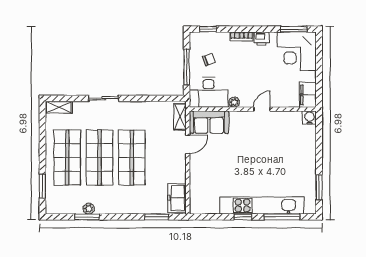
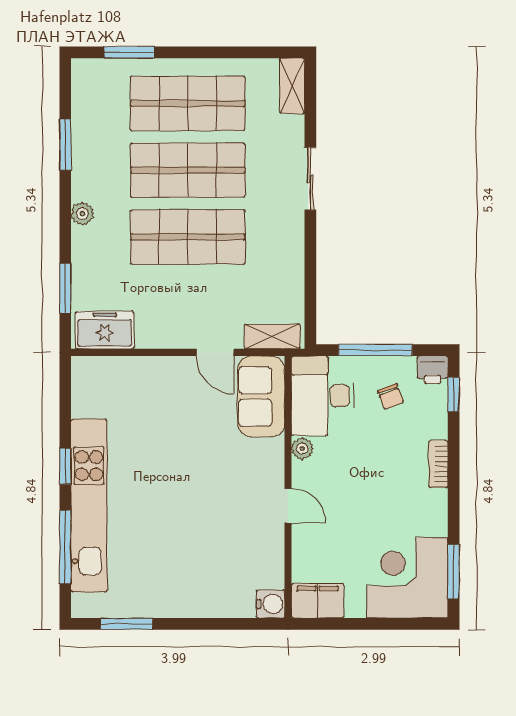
printer: (262, 39) -> (432, 370), moved, turned -90
plant: (89, 209) -> (82, 214), moved

